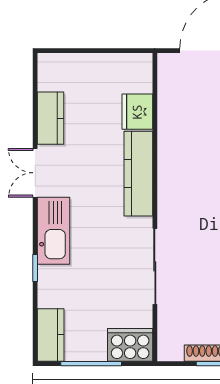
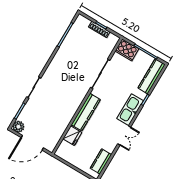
kitchen counter: (51, 118) -> (101, 161), moved
kitchen counter: (51, 335) -> (152, 76), width x1.50

